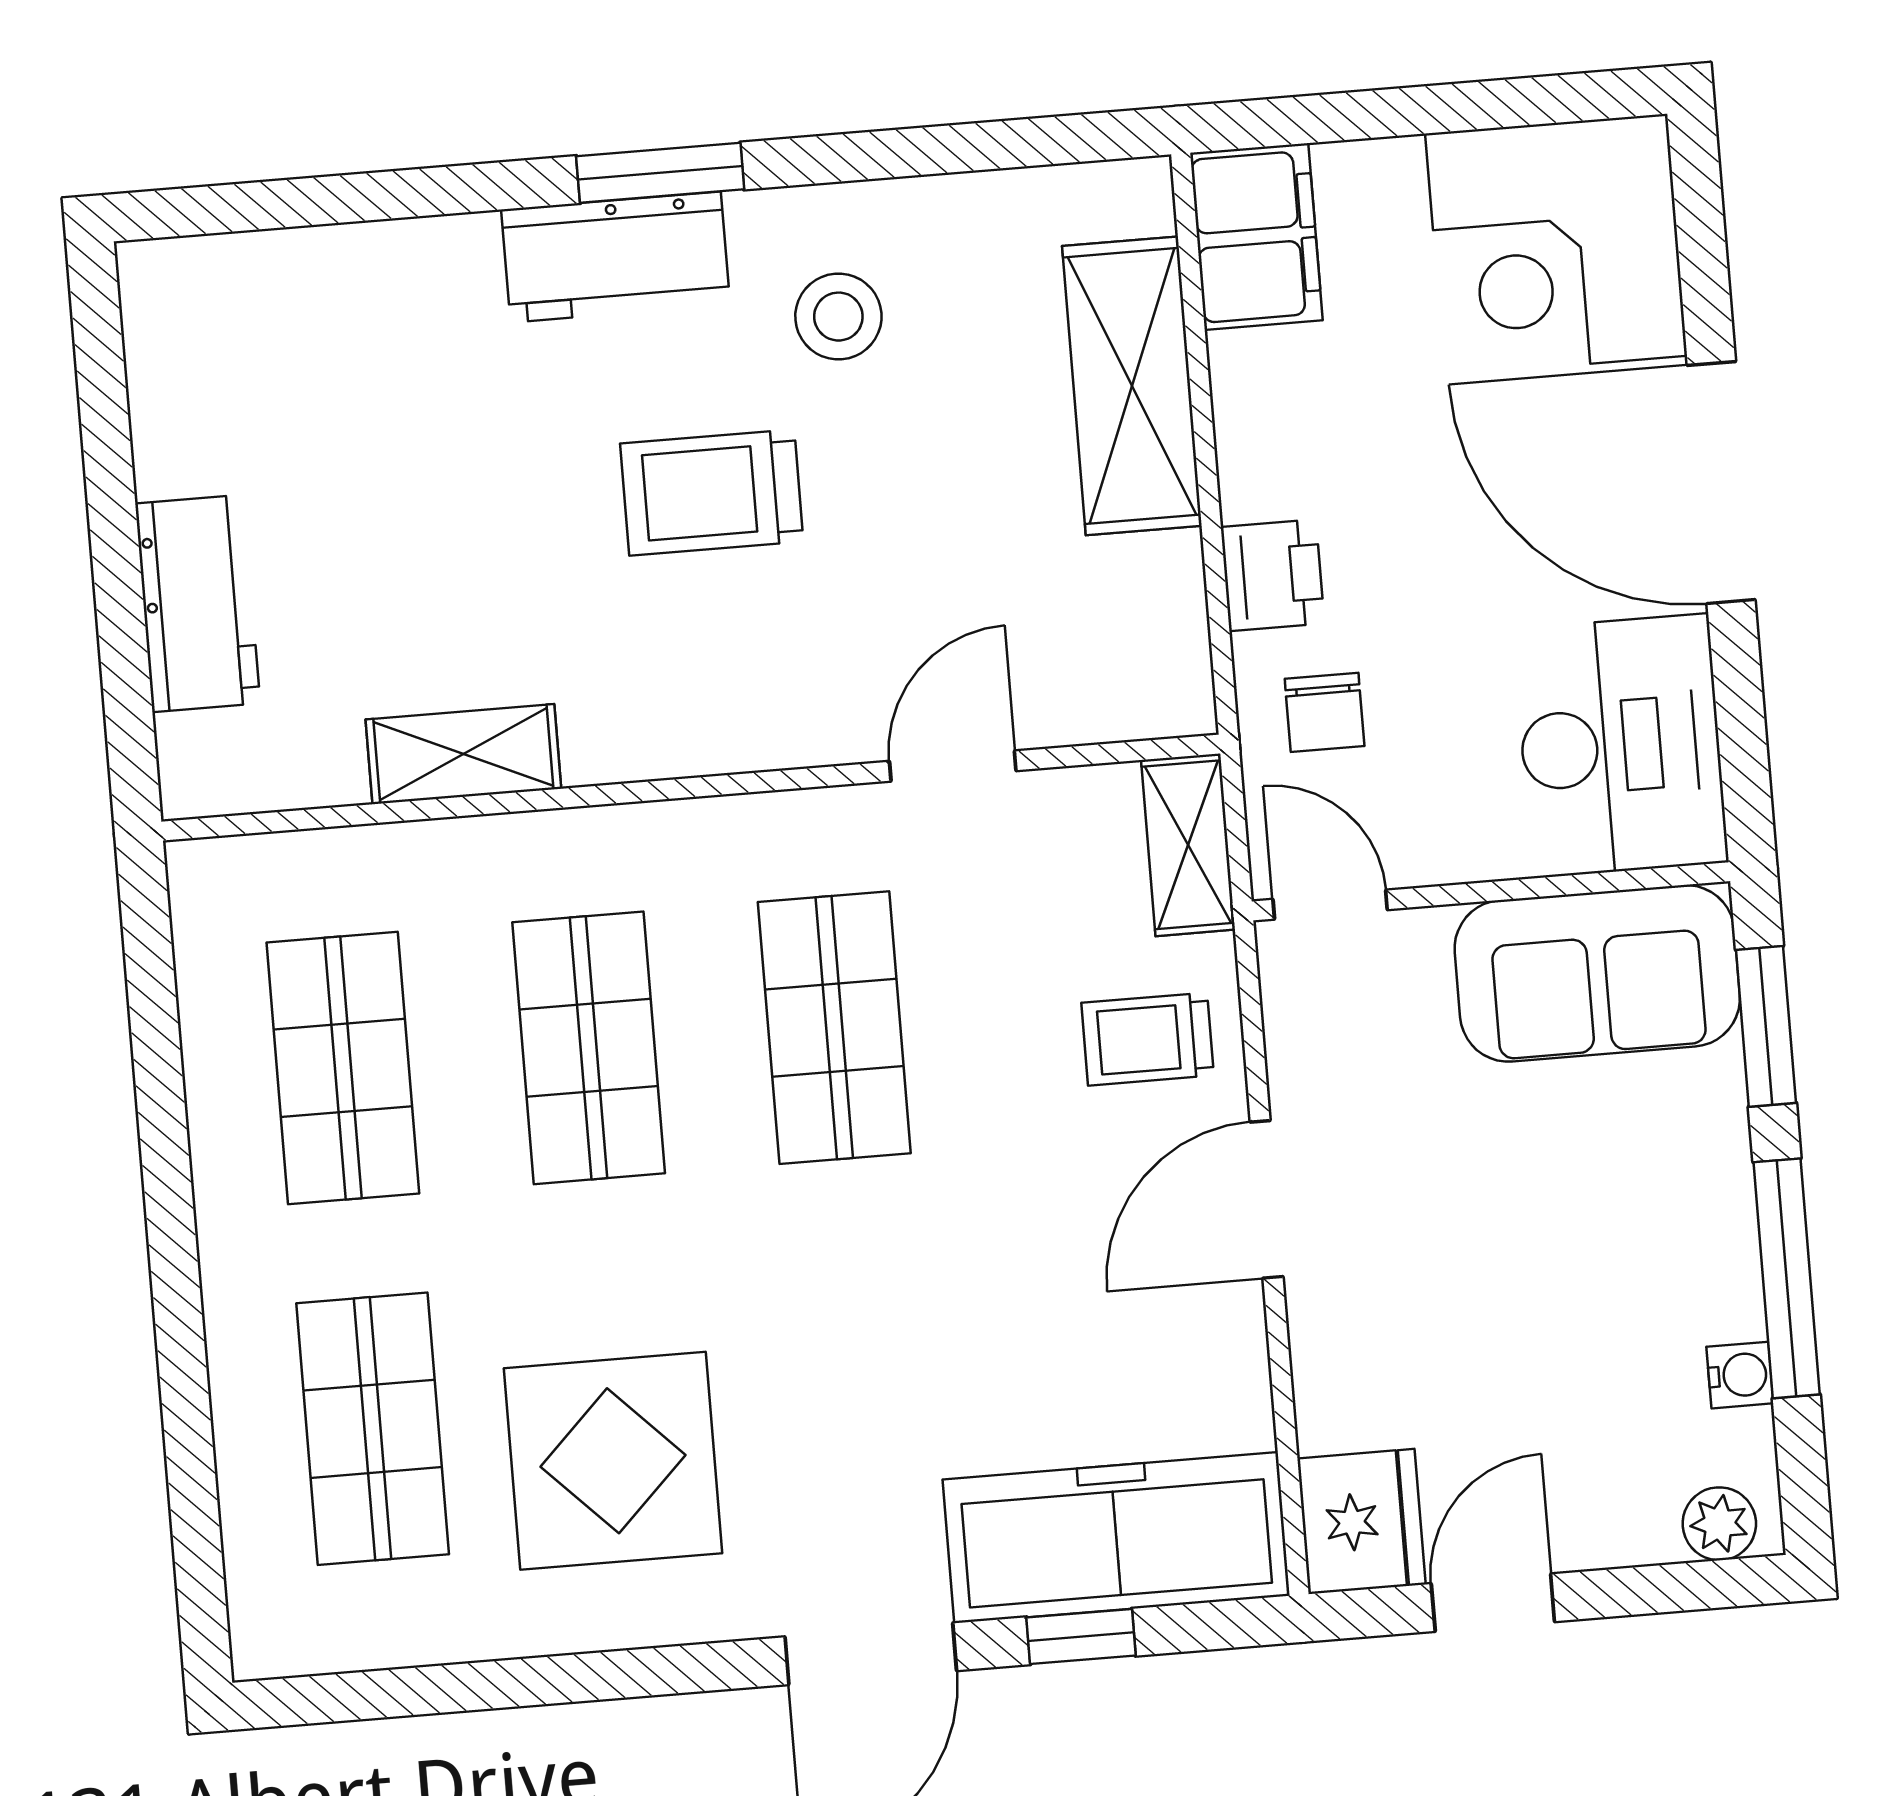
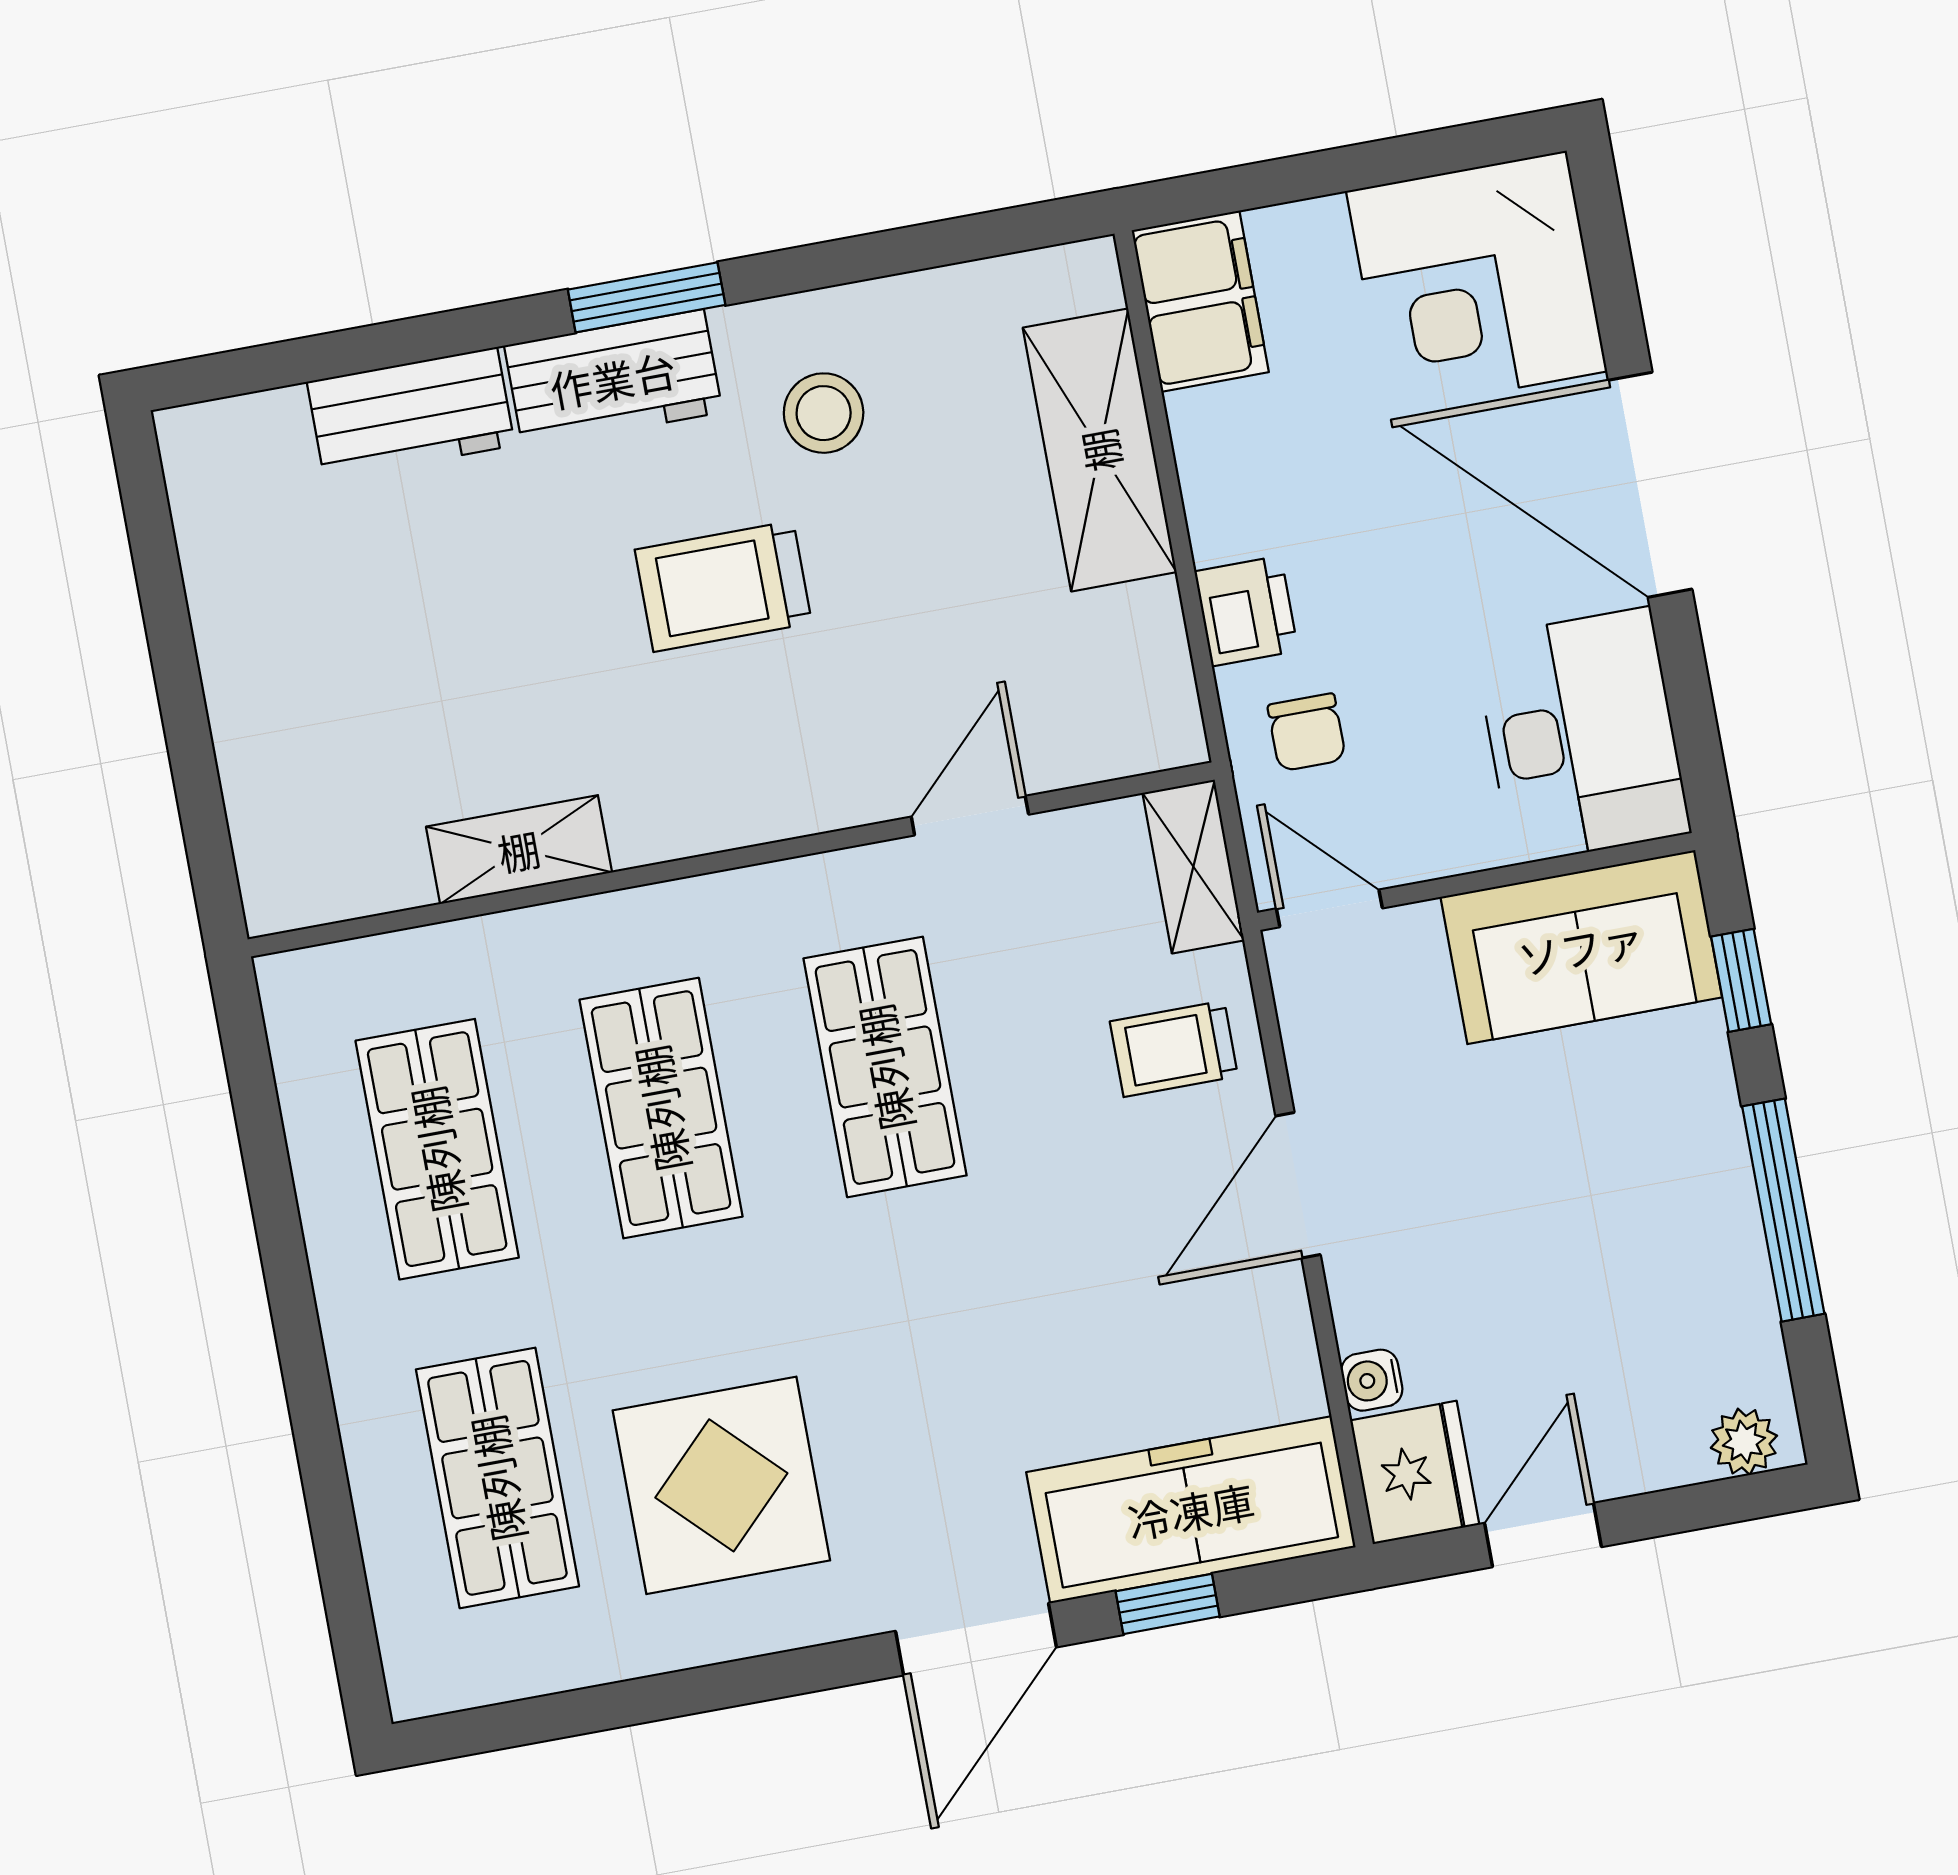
workbench: (198, 603) -> (411, 414), moved, turned 90
window: (1766, 1026) -> (1741, 980), width x0.67
water cooler: (1740, 1375) -> (1372, 1380), moved, turned 180

